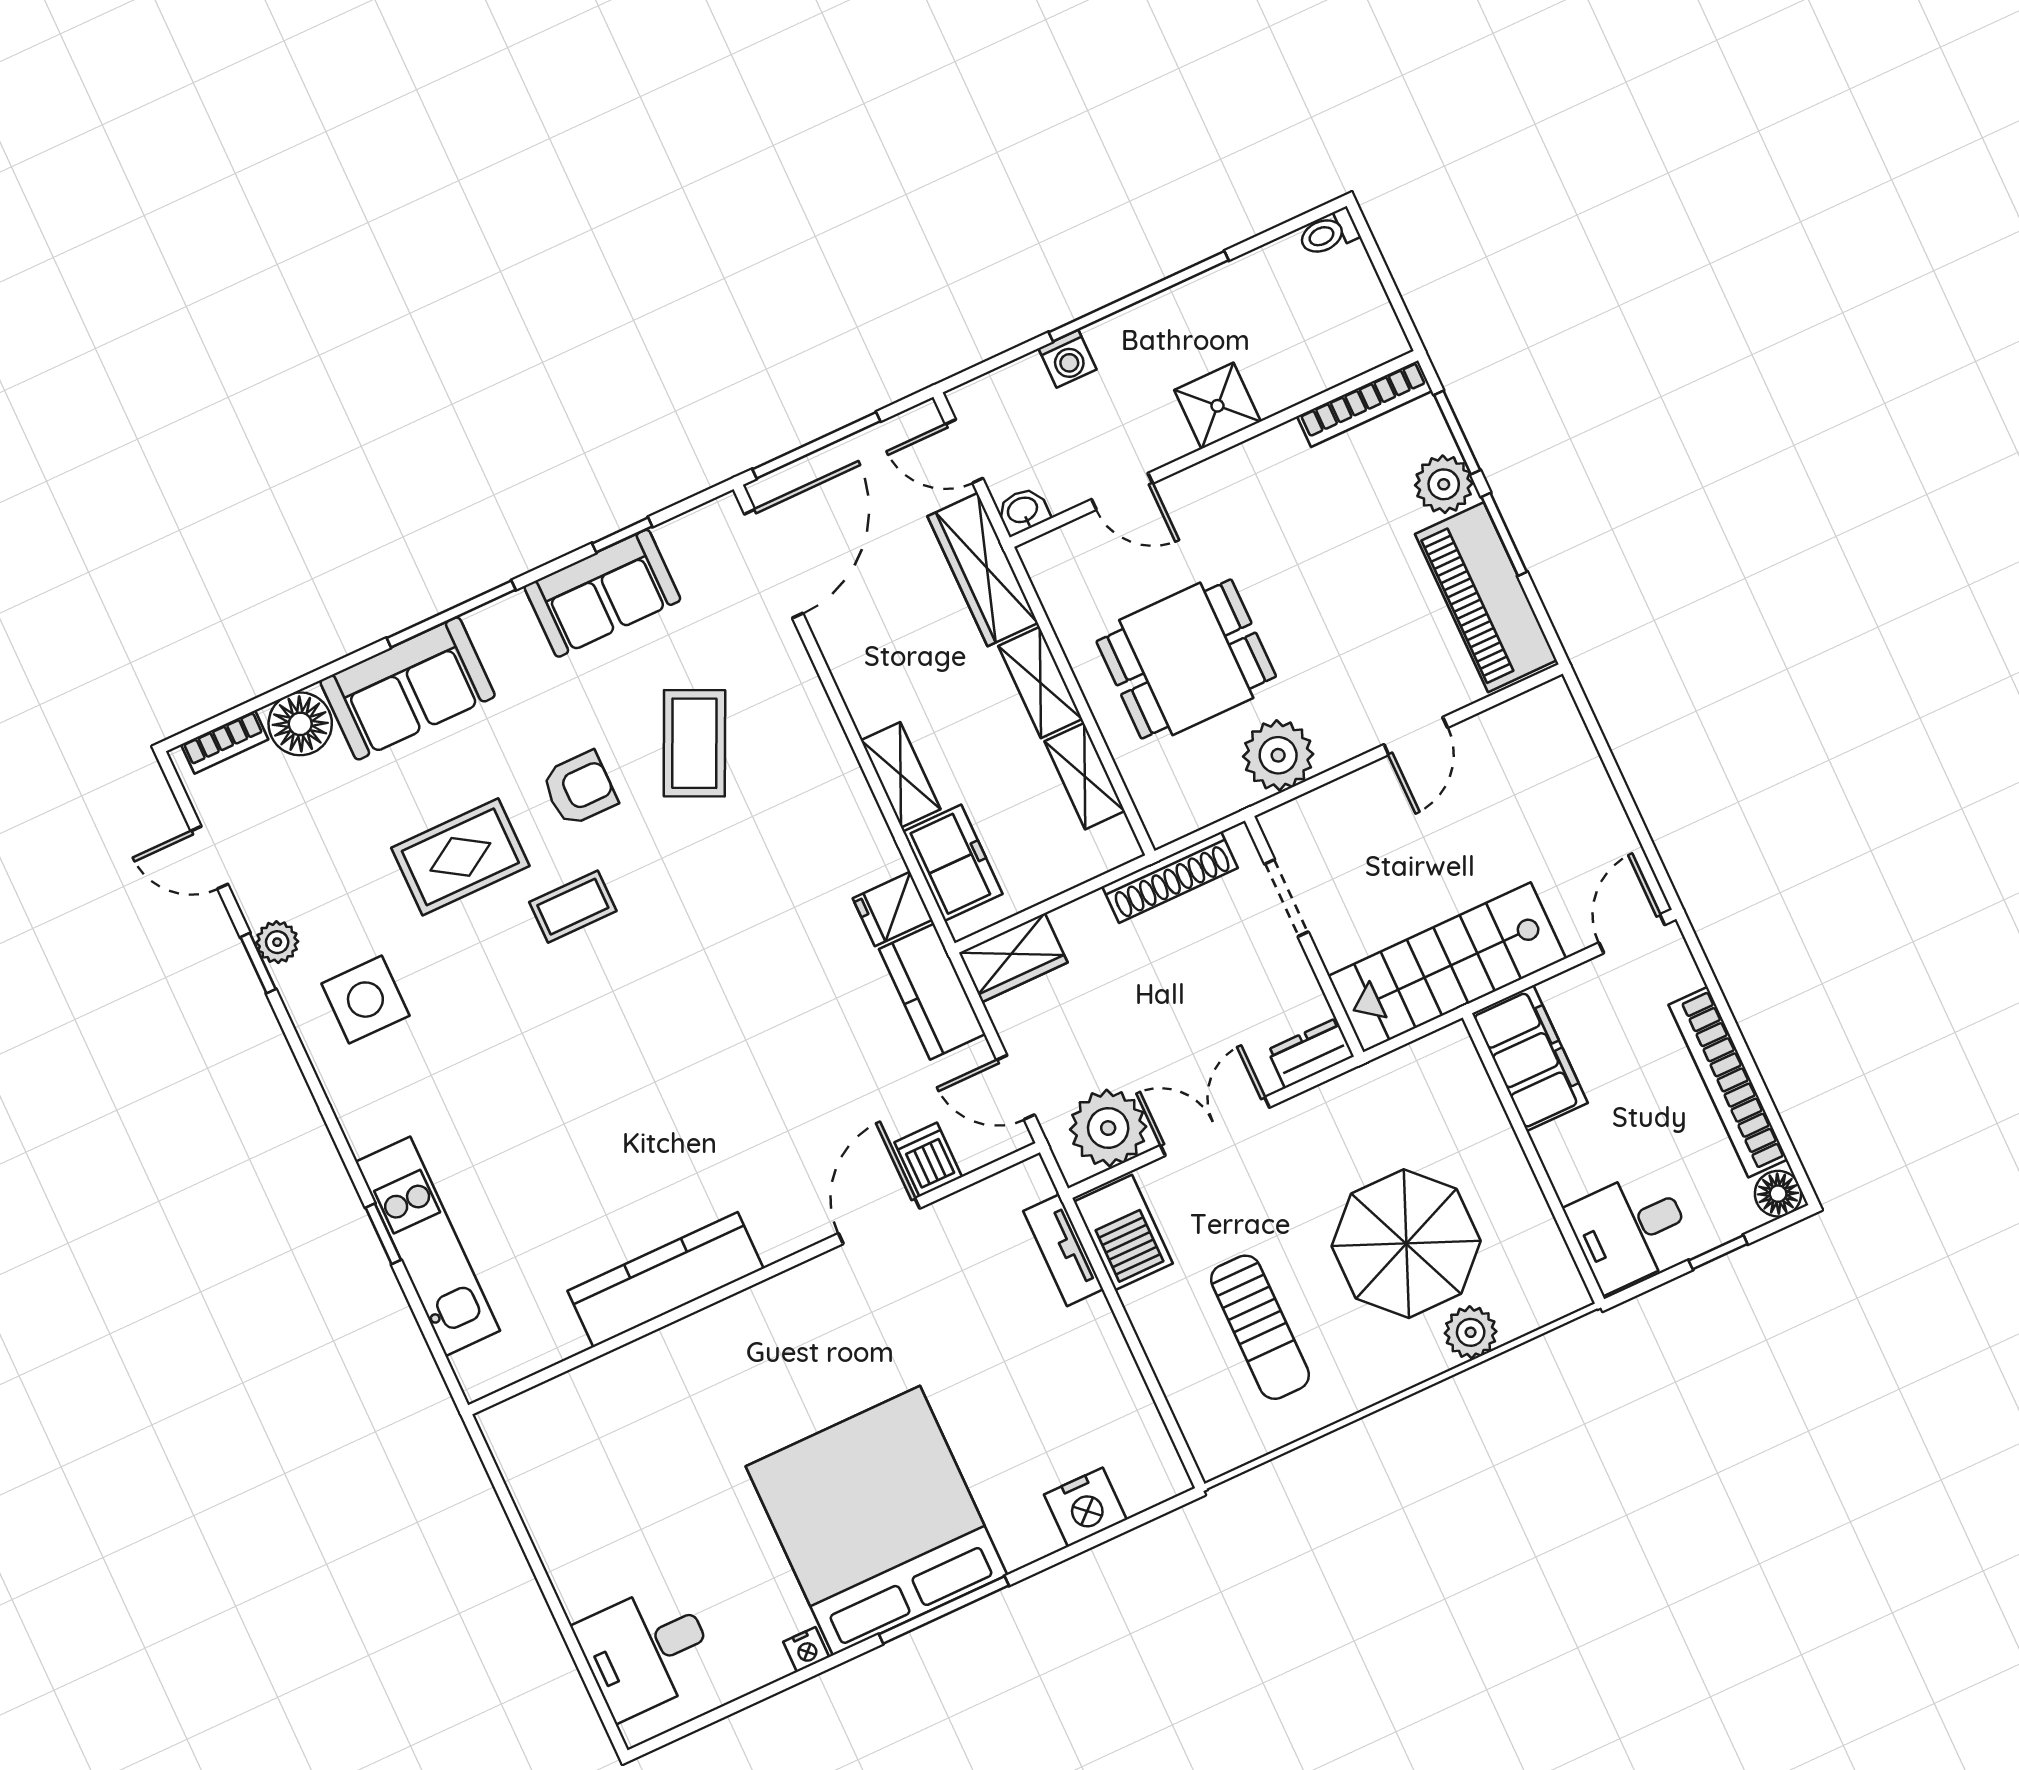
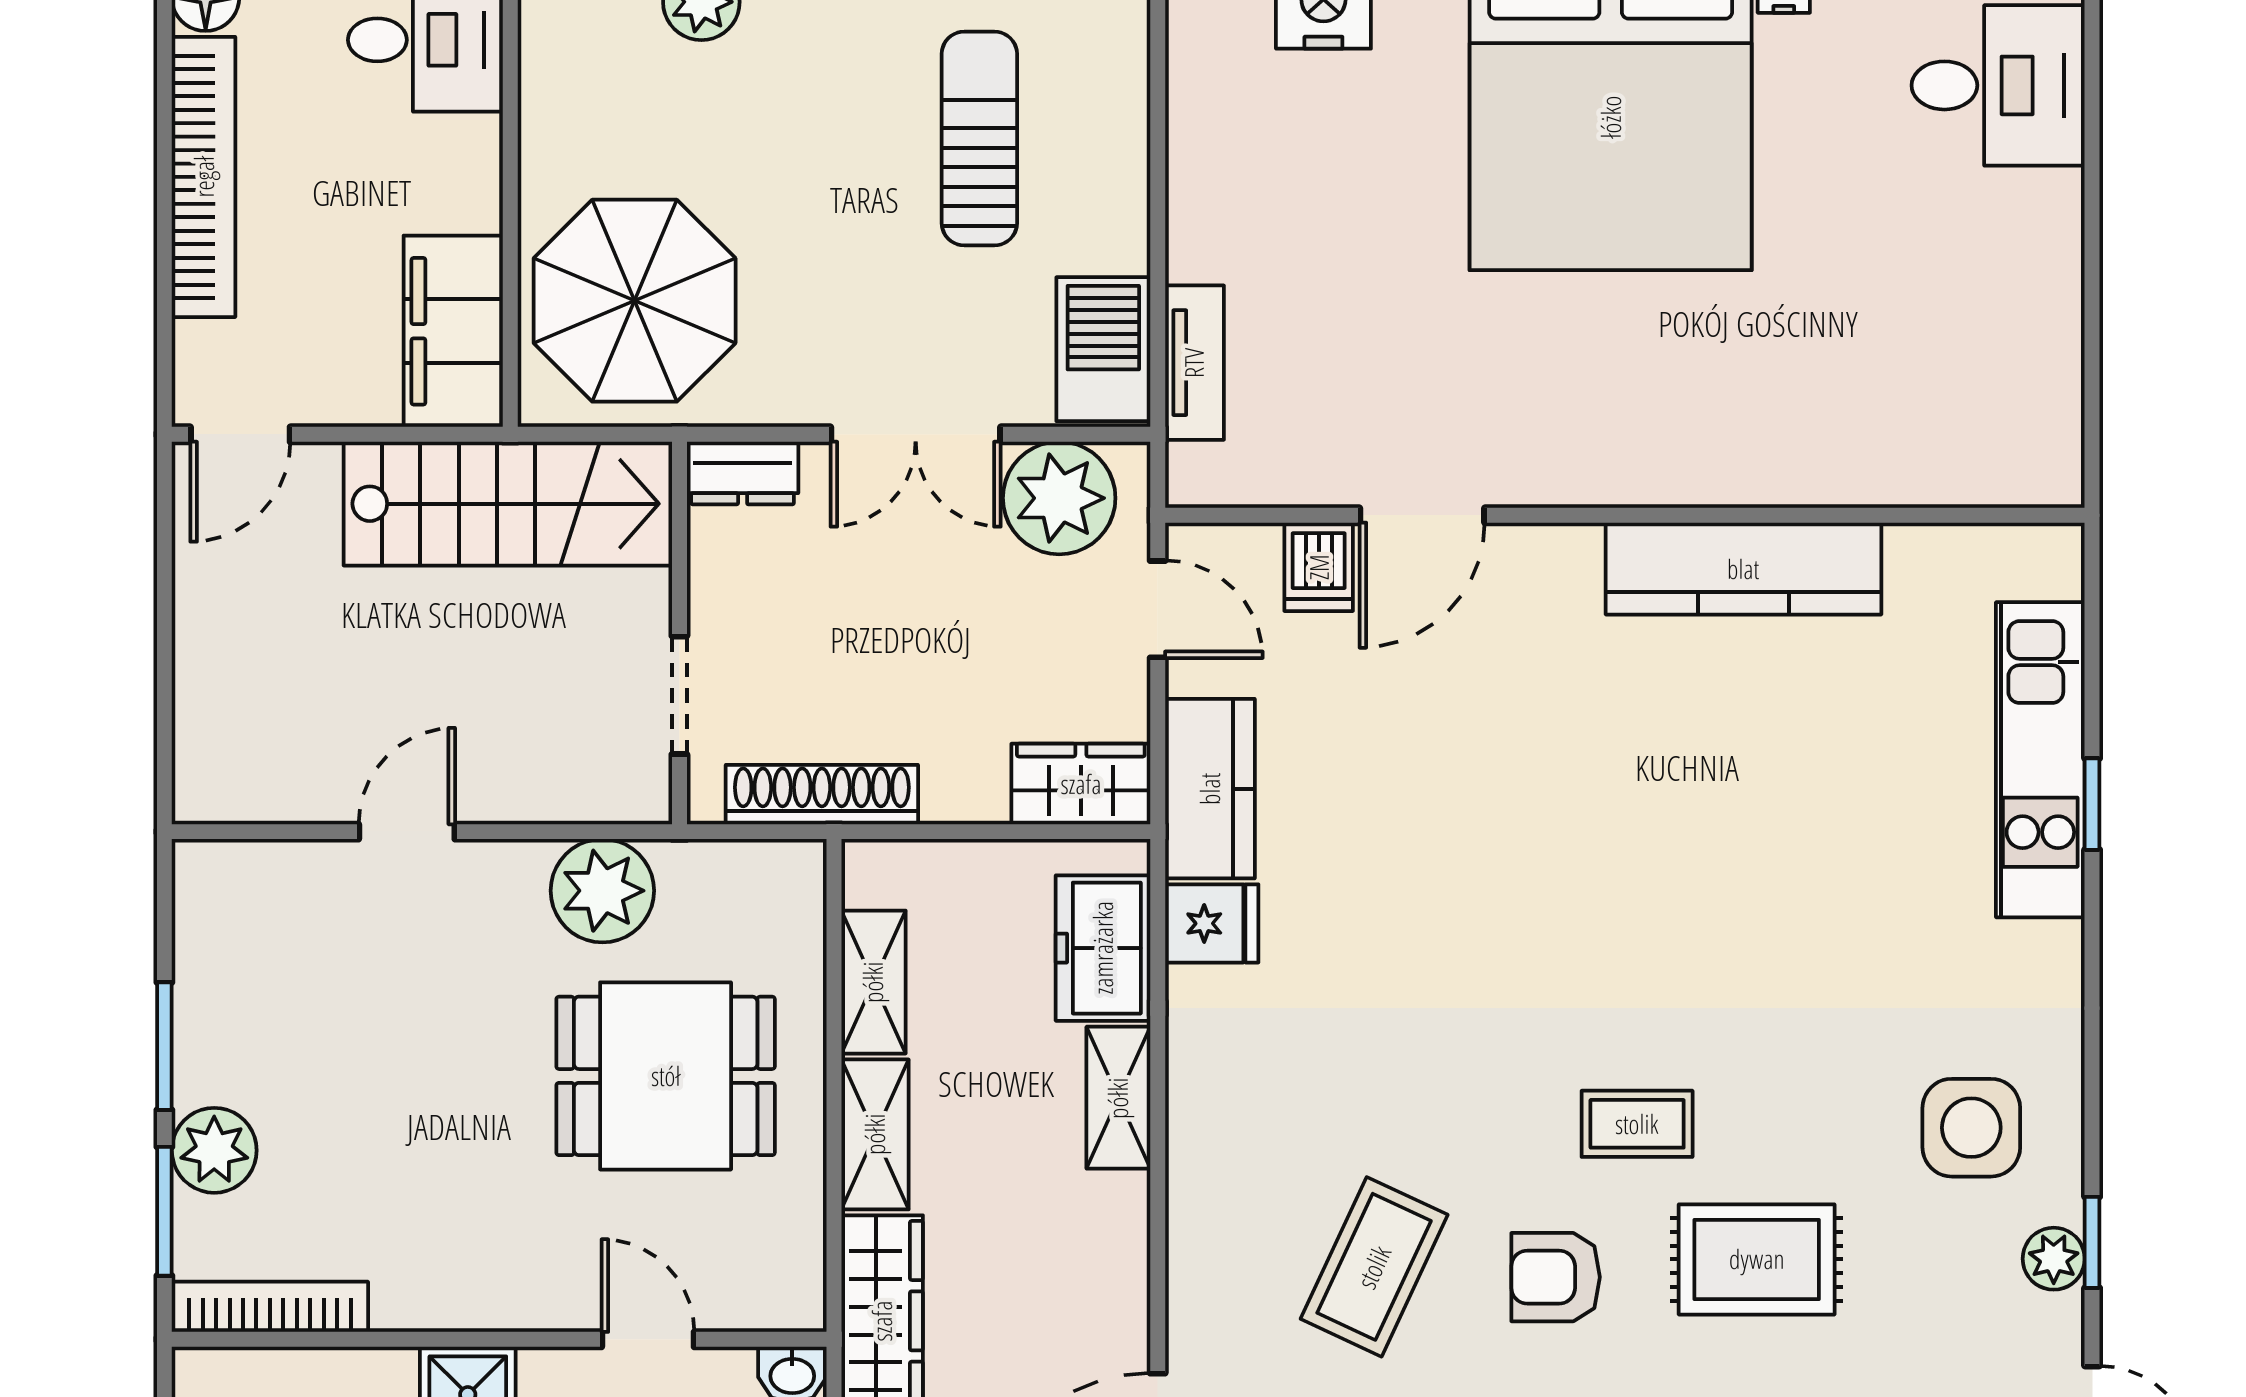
piano: (1486, 597) -> (227, 974), removed
parasol: (1406, 1244) -> (635, 301), moved

